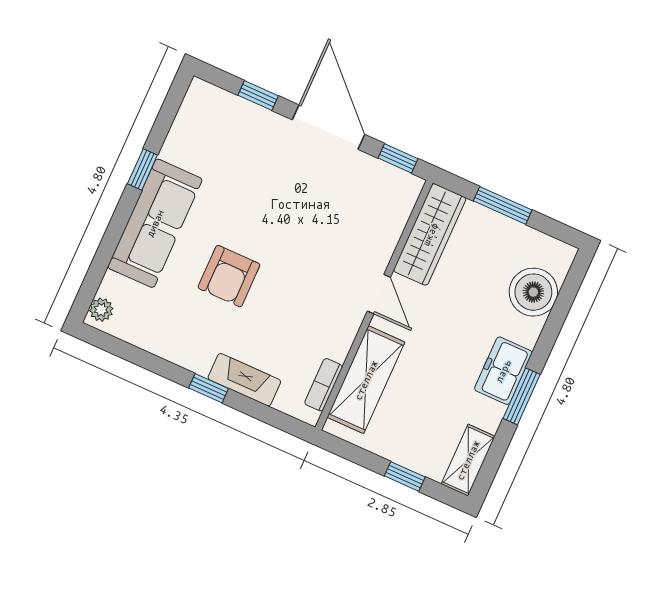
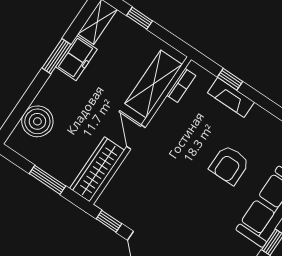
armchair: (229, 276) -> (229, 165), turned 180
freezer: (503, 371) -> (76, 58), moved
window: (209, 388) -> (230, 79), moved

